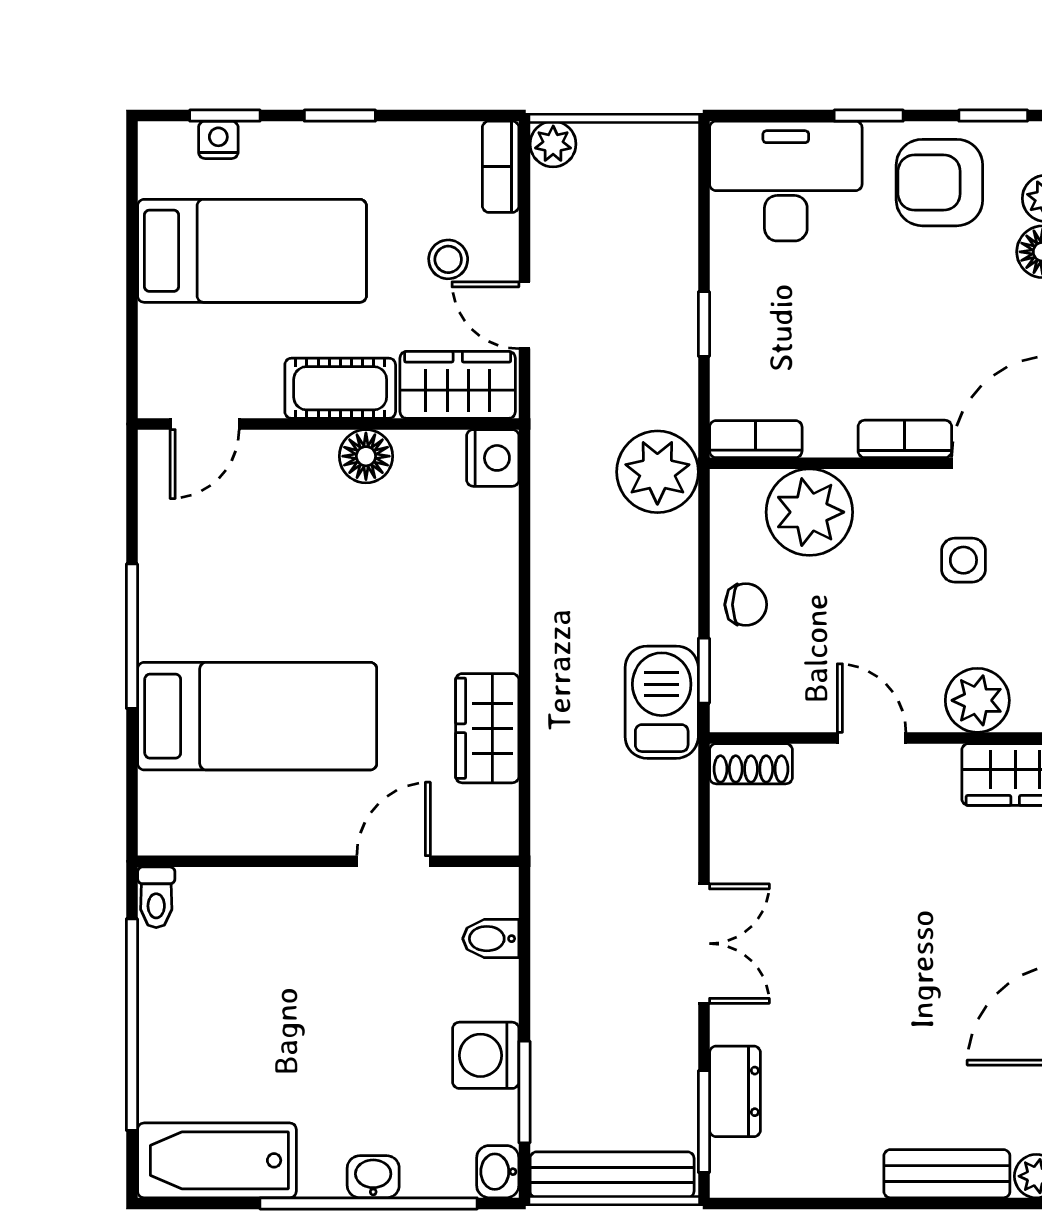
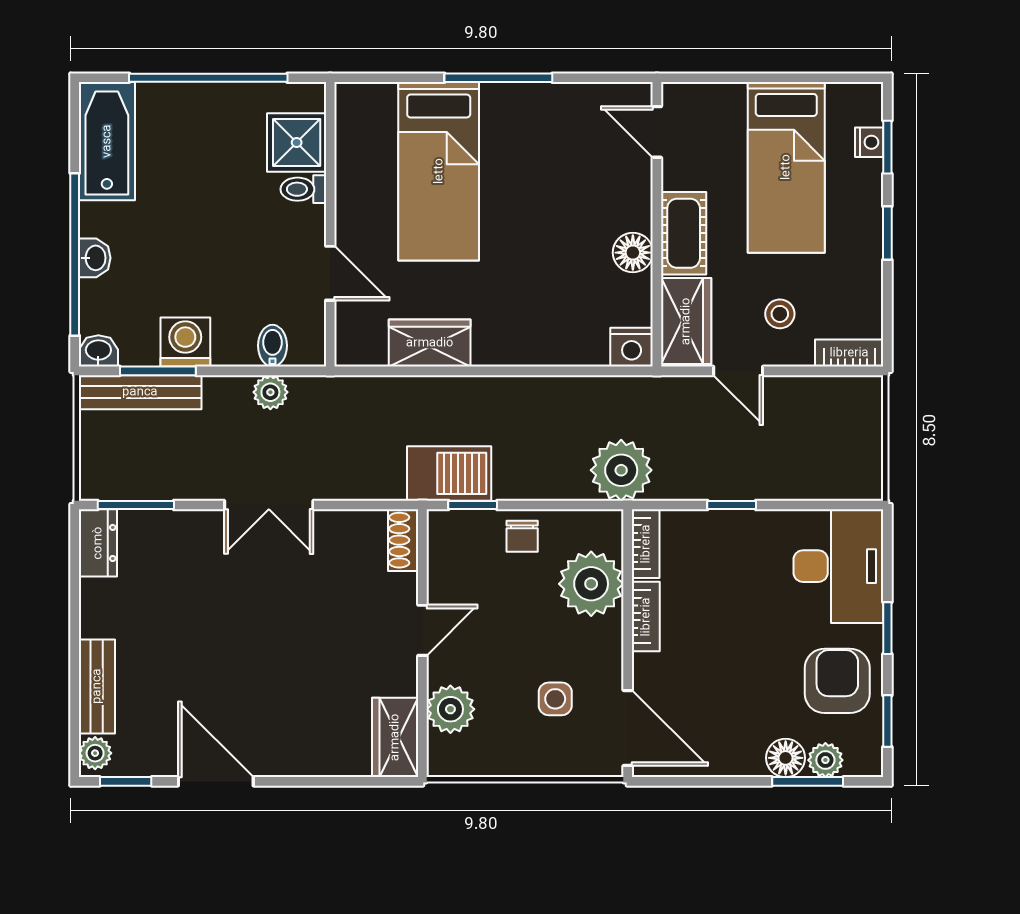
plant: (553, 144) -> (270, 392), moved
door: (524, 315) -> (738, 371), swing flipped
bookcase: (905, 439) -> (646, 617), moved
toilet: (156, 897) -> (303, 189), moved
shower: (219, 906) -> (297, 142), added
dresser: (735, 1091) -> (98, 543), moved, turned -90
bench: (612, 1175) -> (140, 392), moved, turned 90

